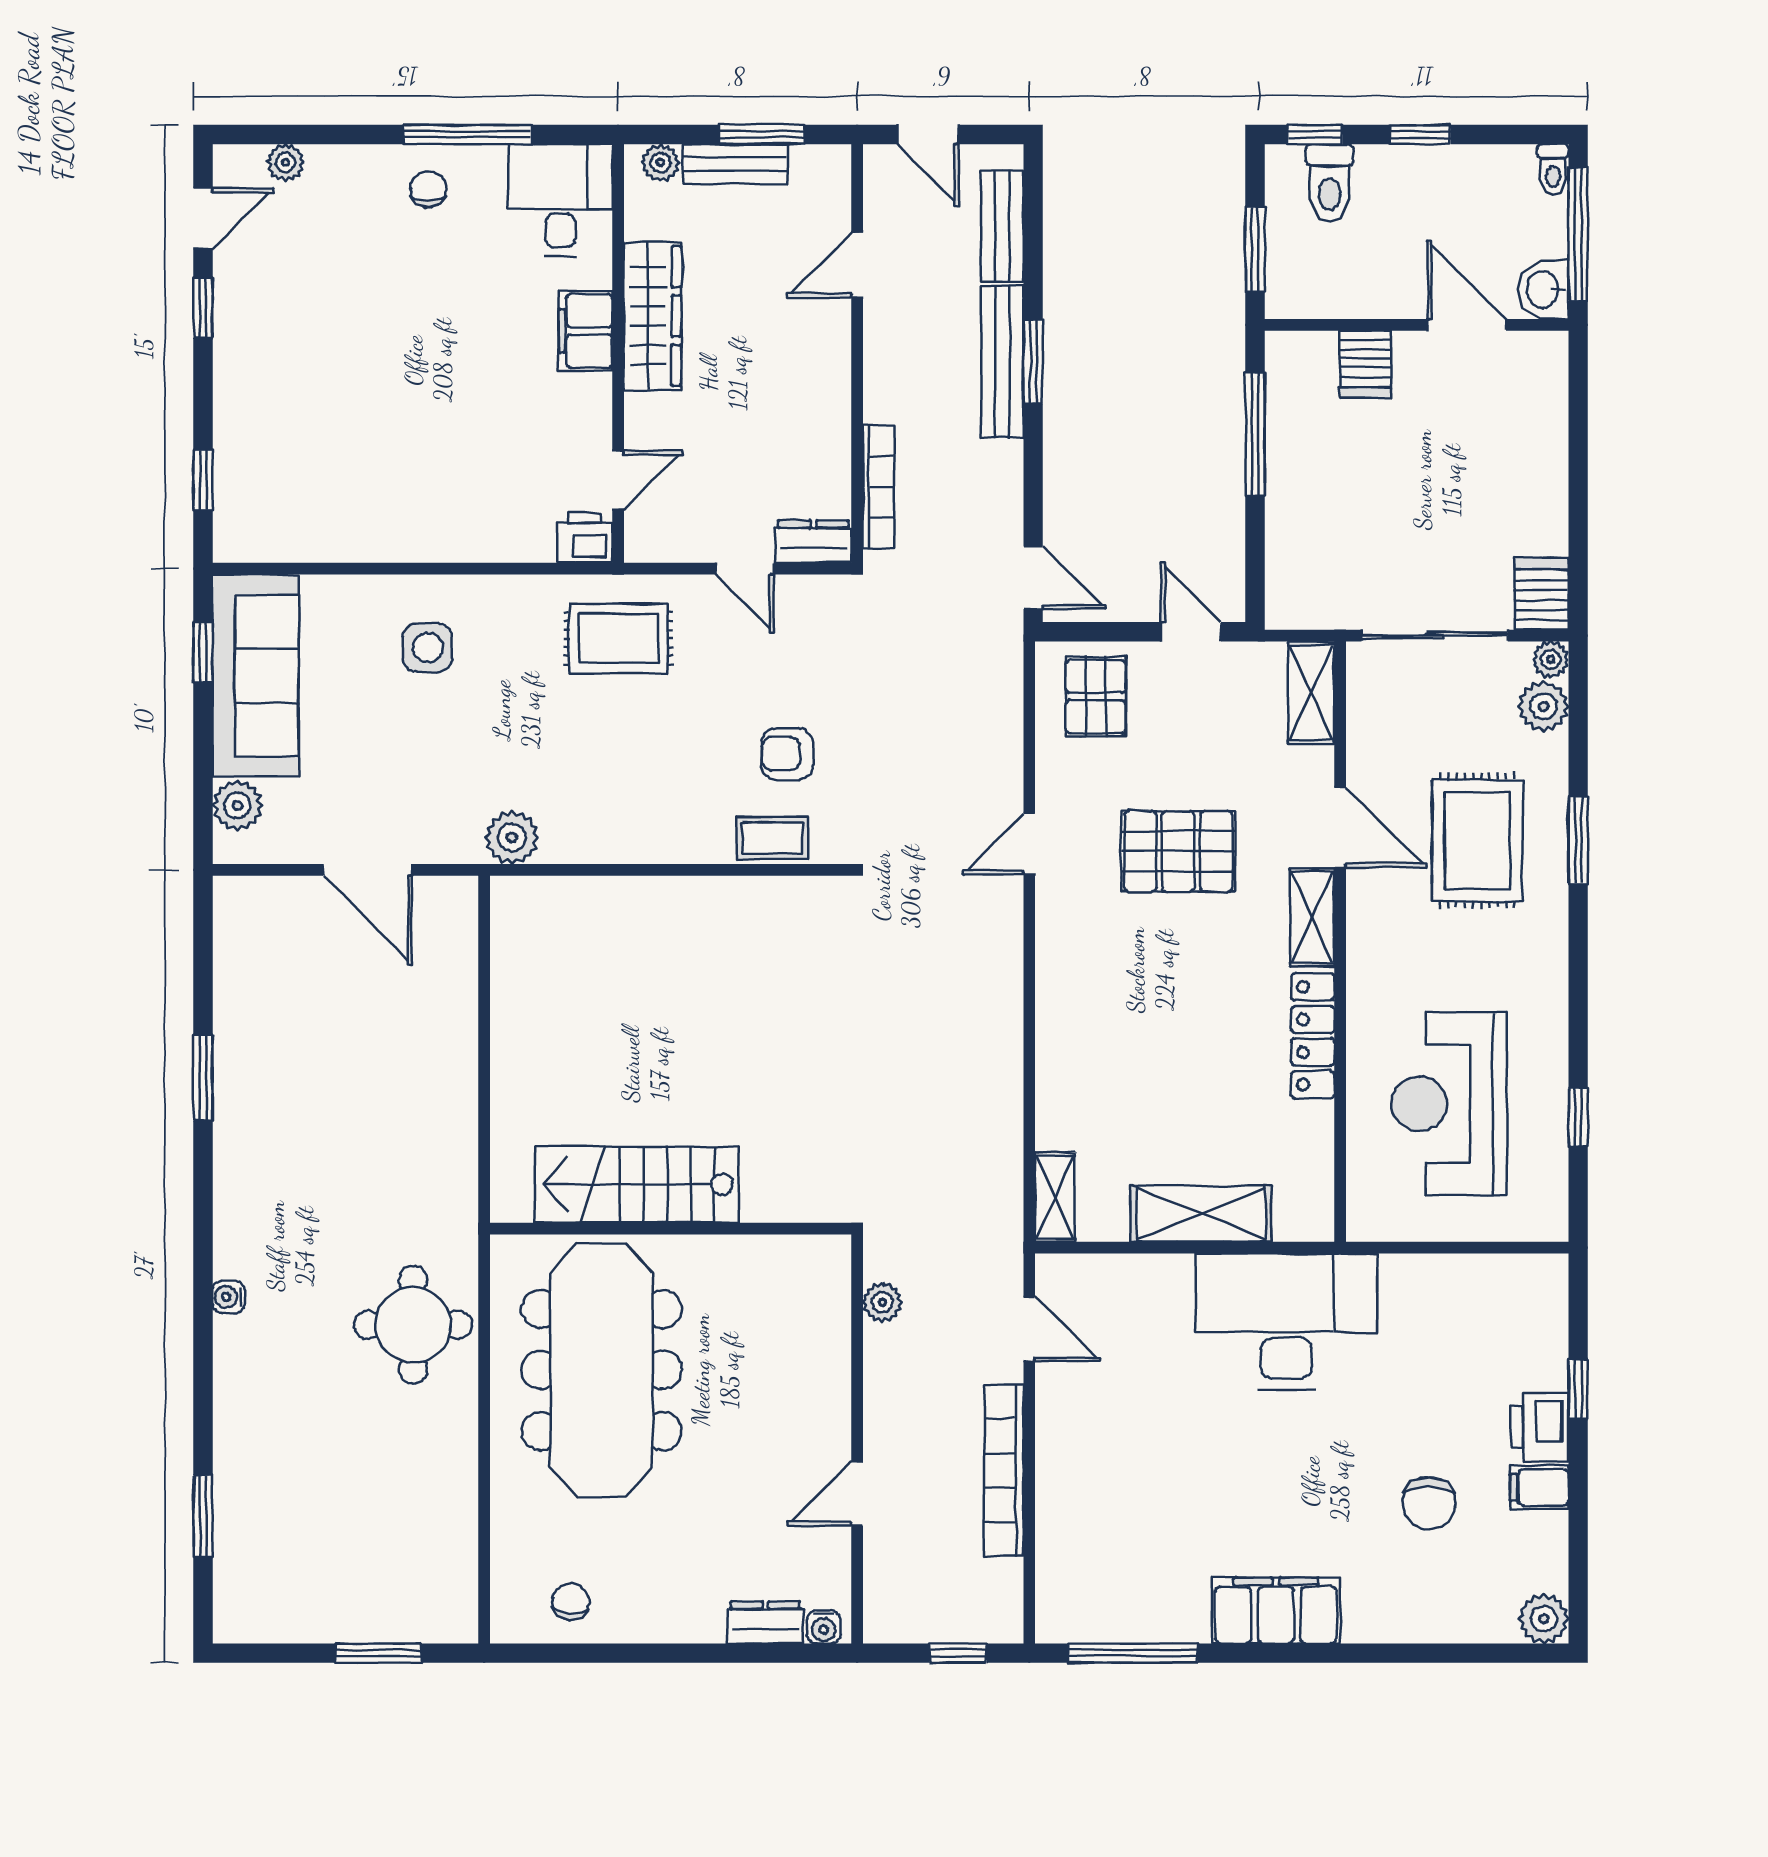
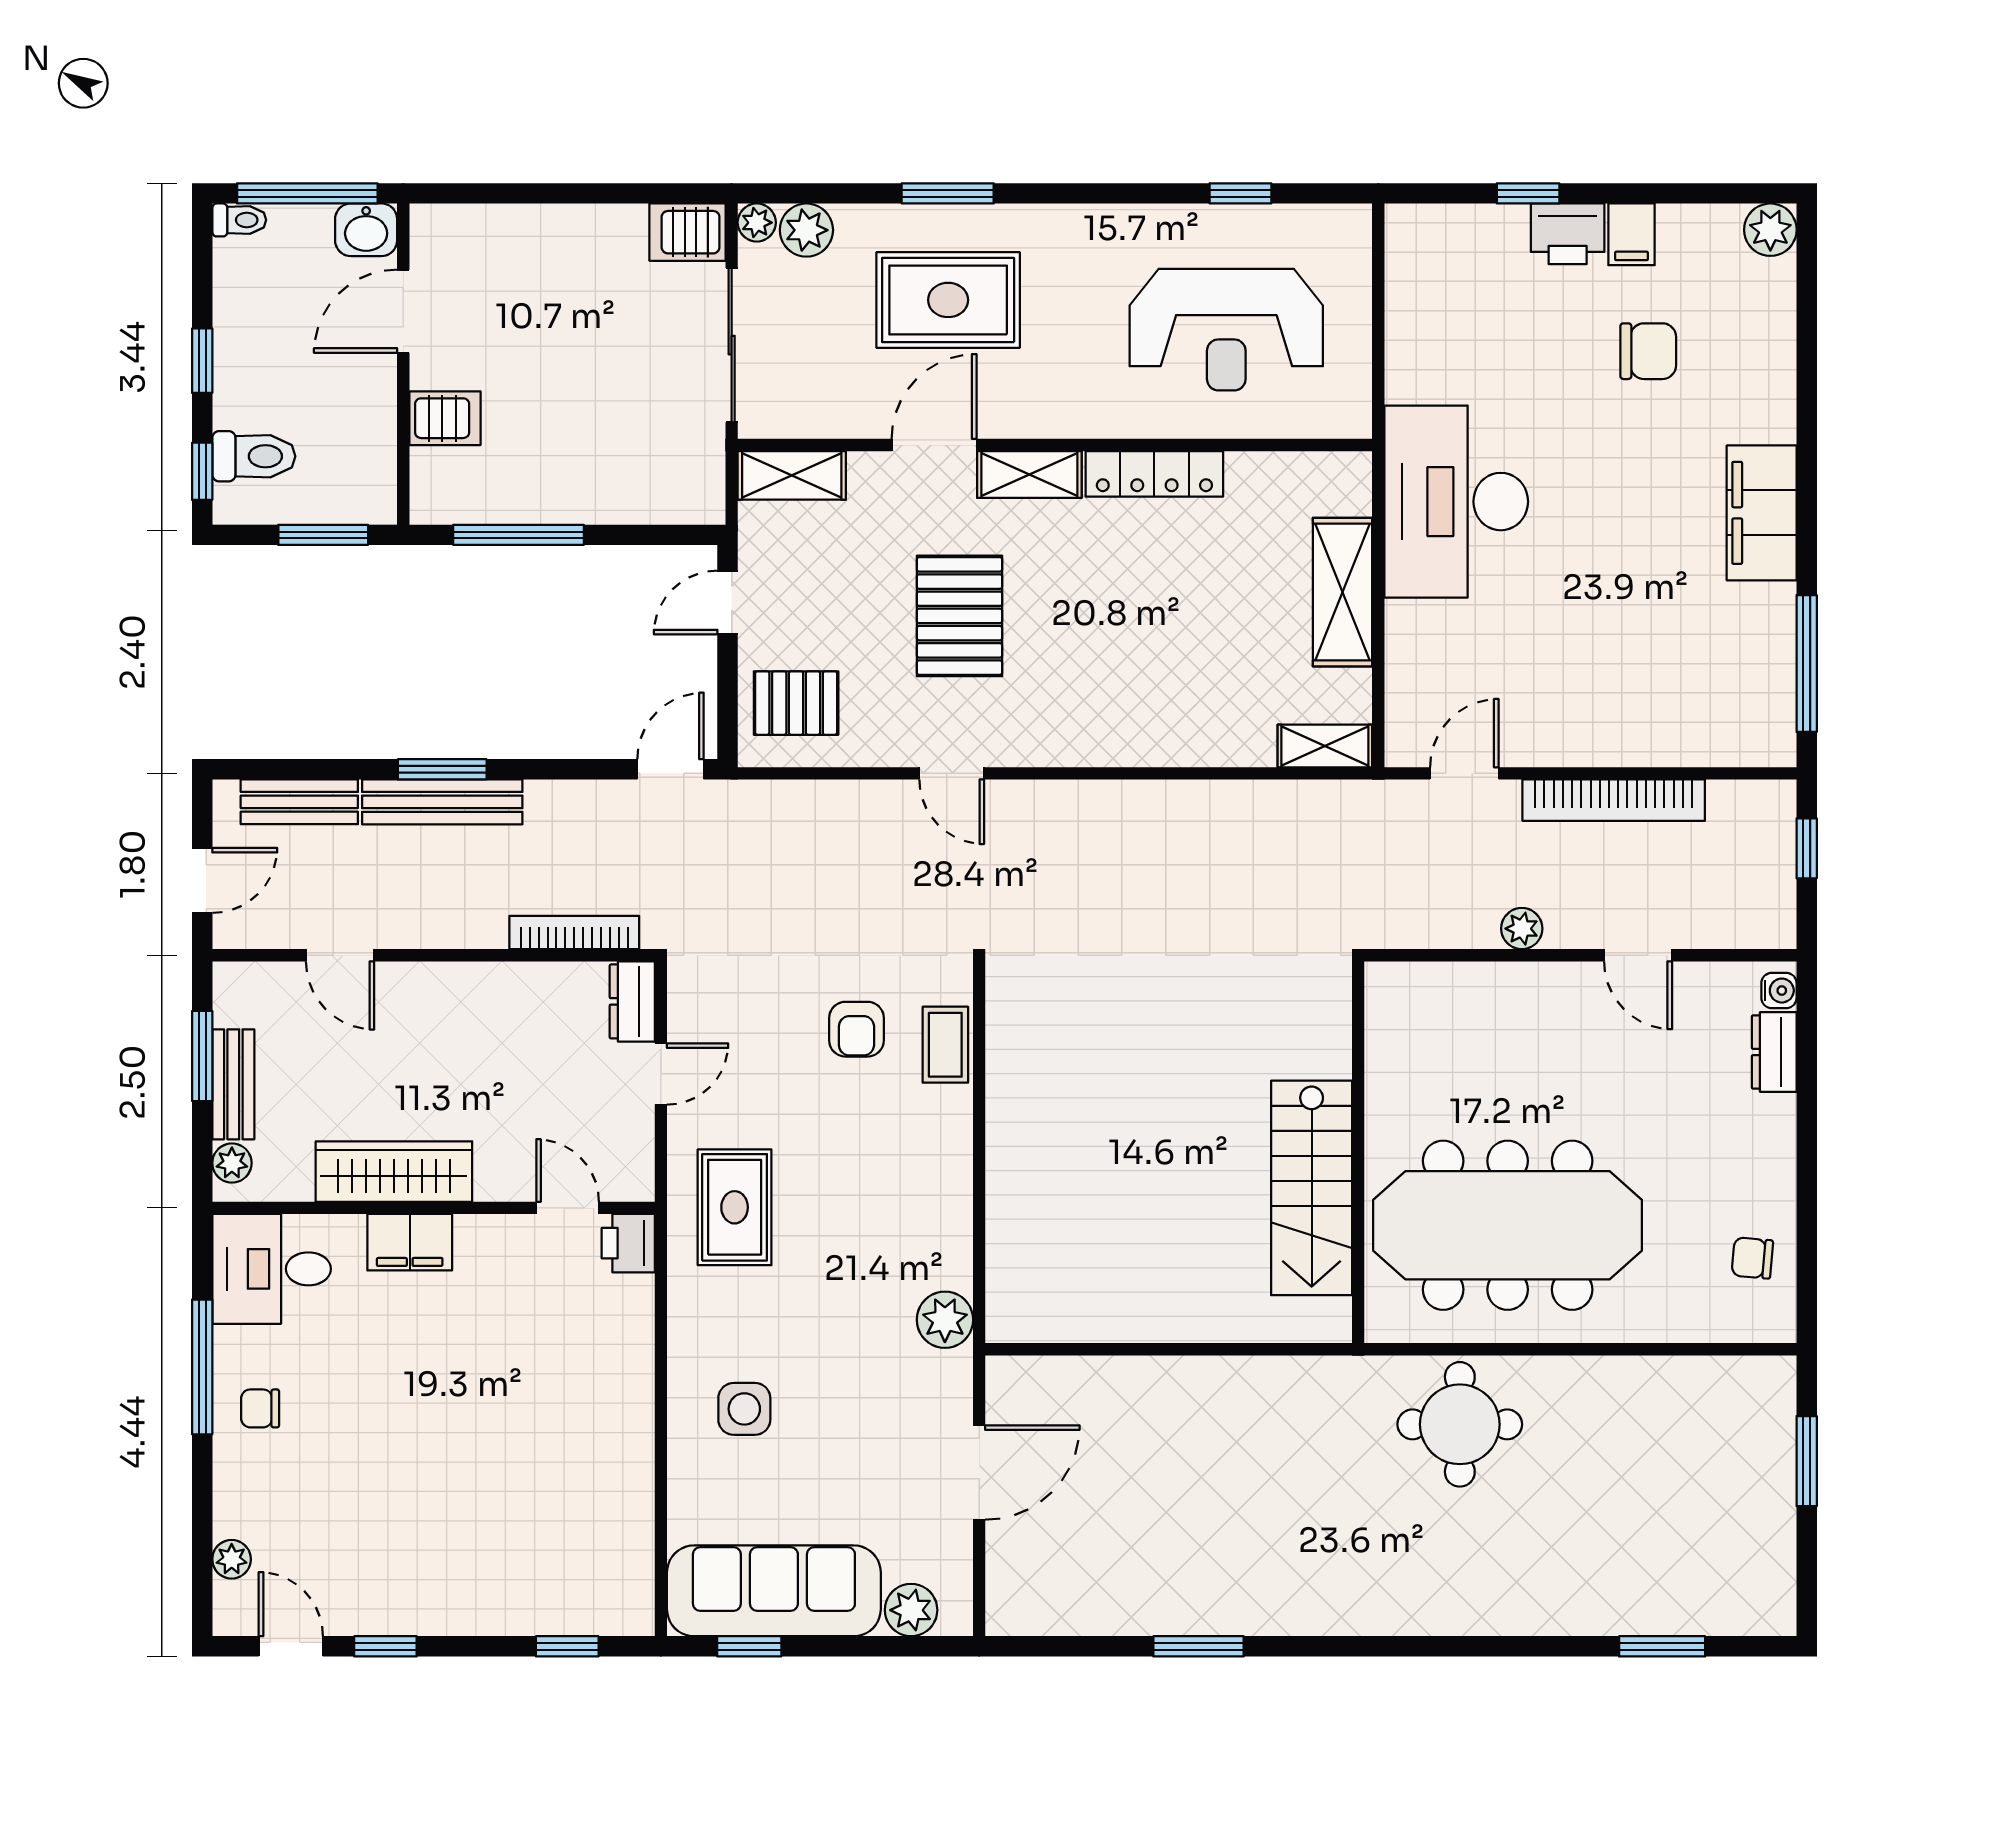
water cooler: (229, 1297) -> (1430, 1619), removed
plant: (882, 1302) -> (1522, 929), moved

